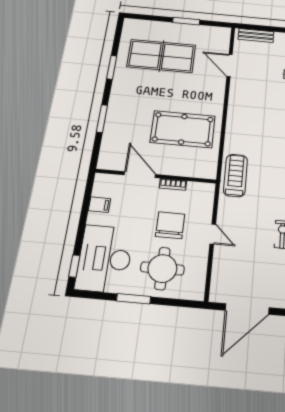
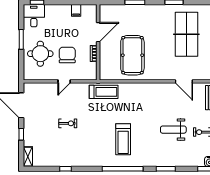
door: (230, 65) -> (184, 81), swing flipped
chair: (170, 225) -> (67, 55), turned -90
desk: (105, 259) -> (34, 16), width x0.53, depth x0.77

